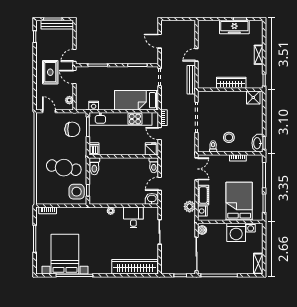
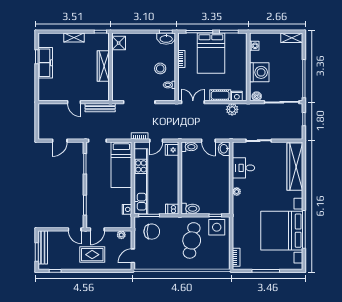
chair: (72, 129) -> (152, 232), turned 90
bed: (239, 201) -> (211, 53), moved, turned -90
washing machine: (236, 232) -> (259, 72), moved
bed with nightstands: (65, 254) -> (282, 231), width x1.36

